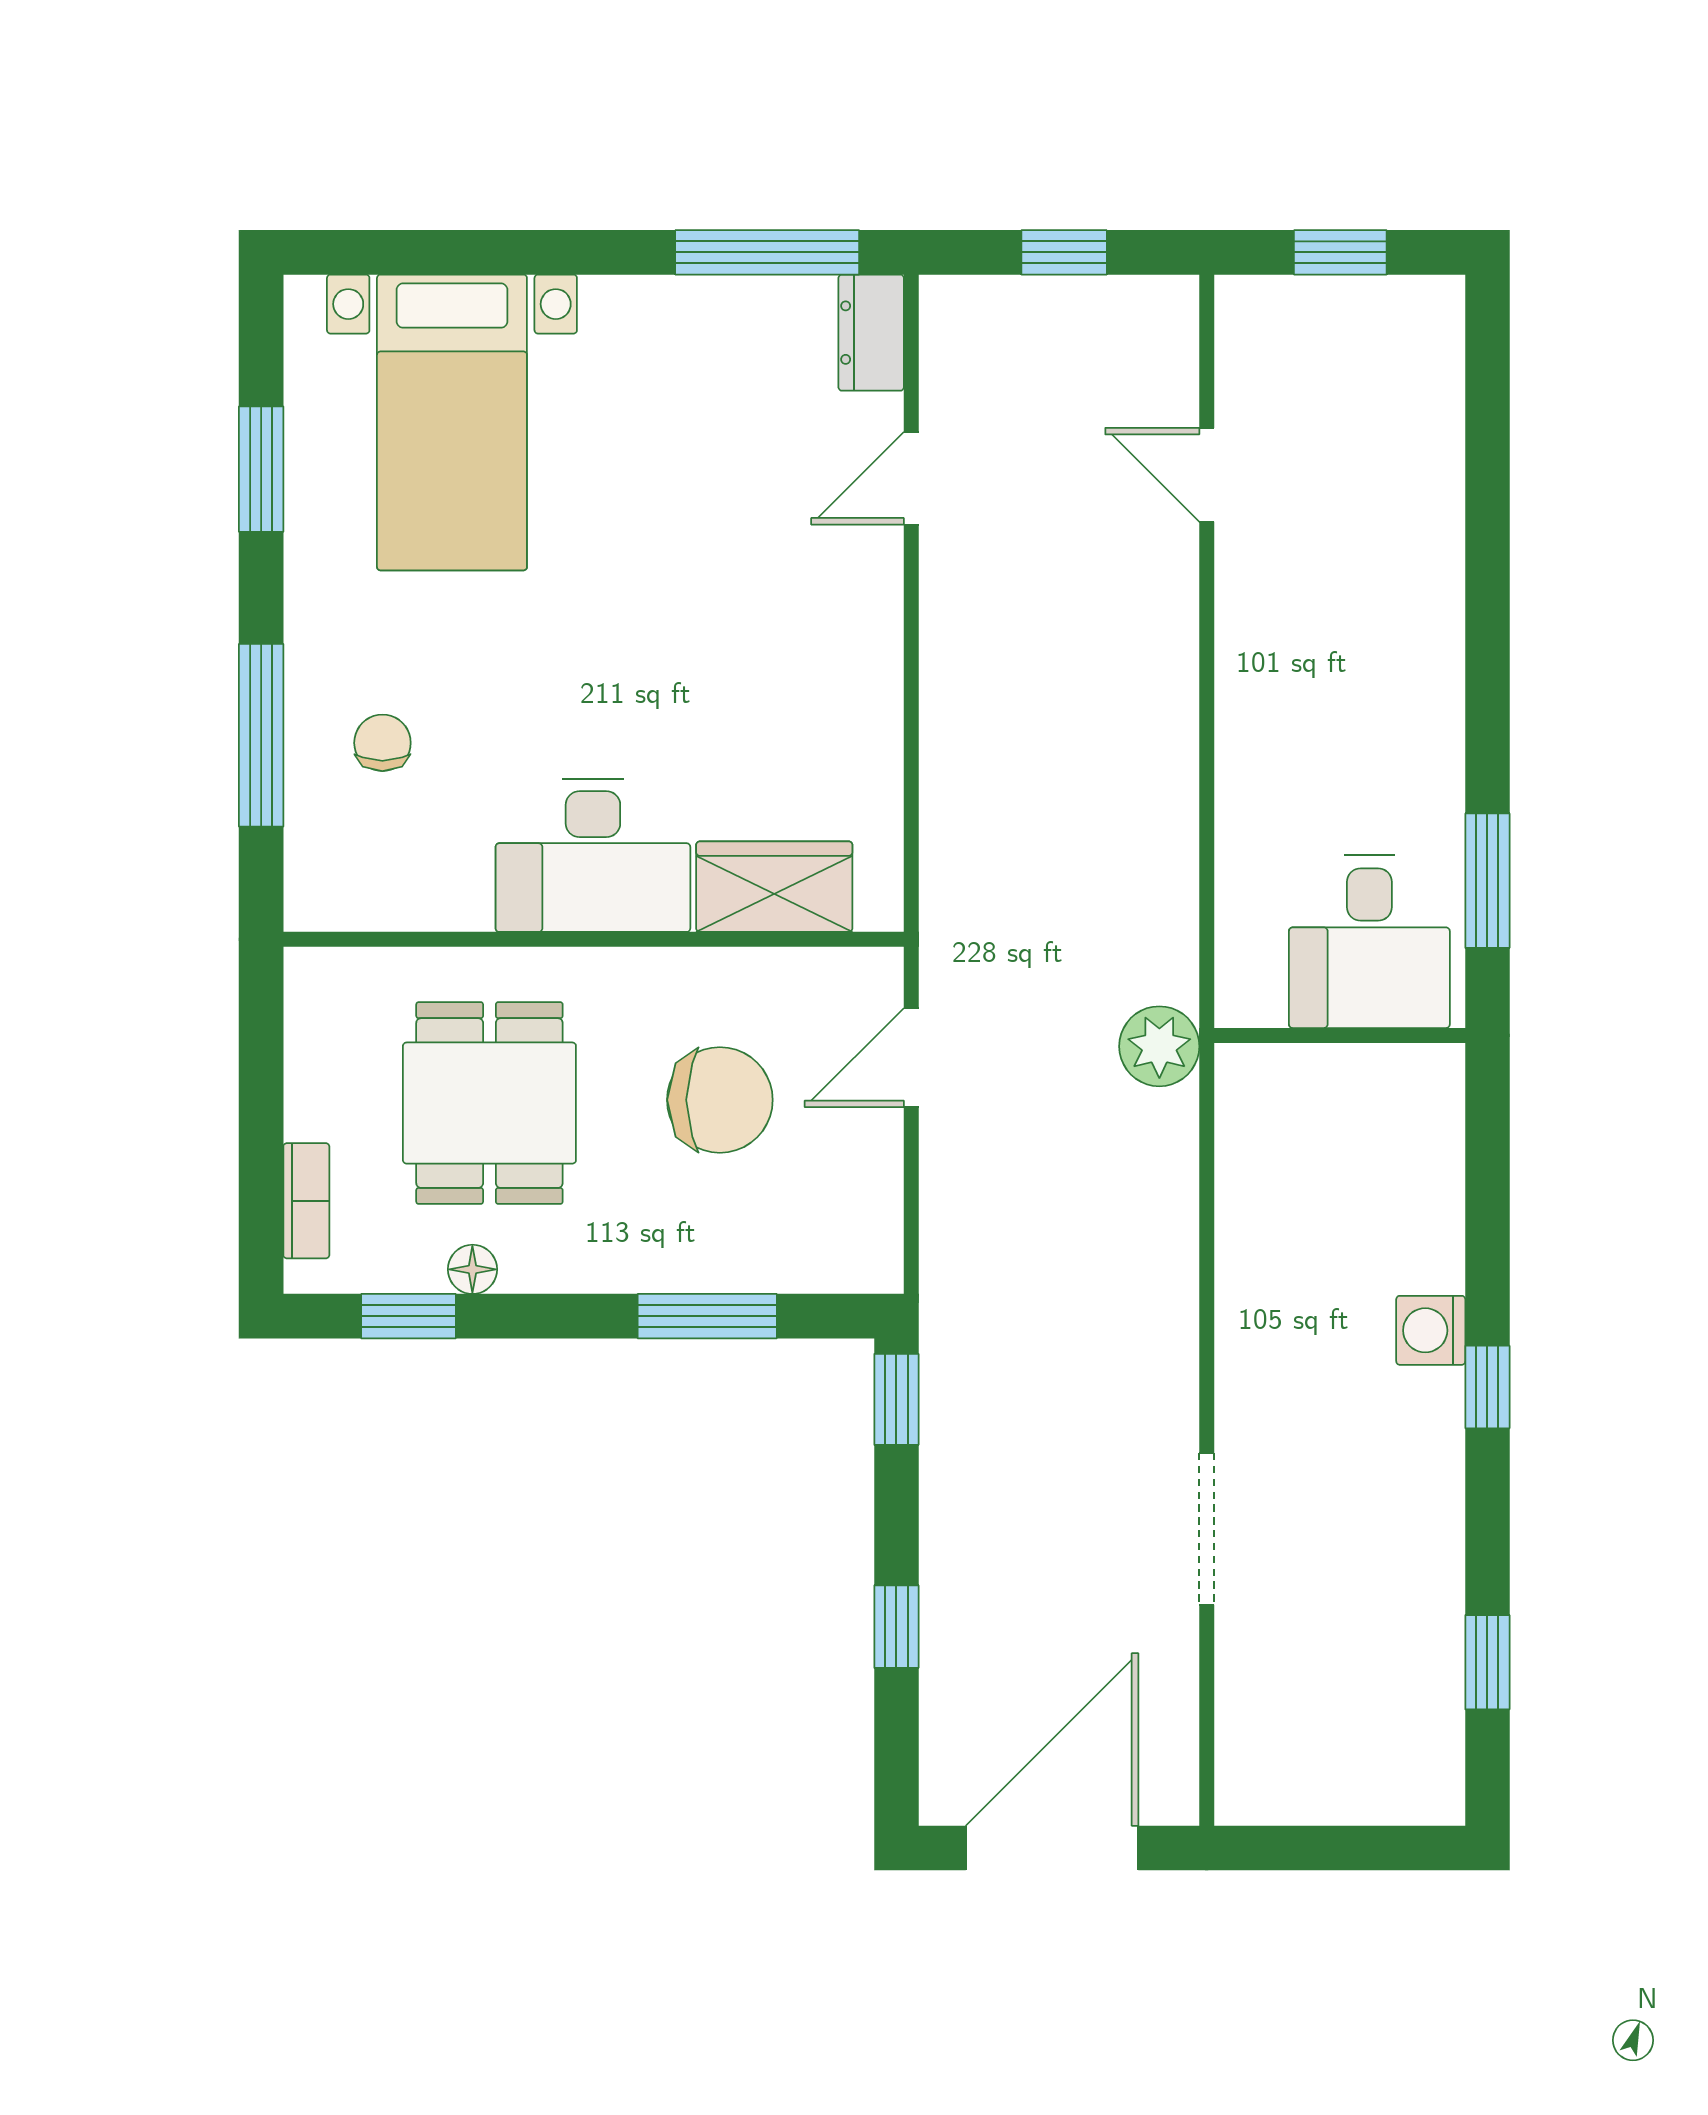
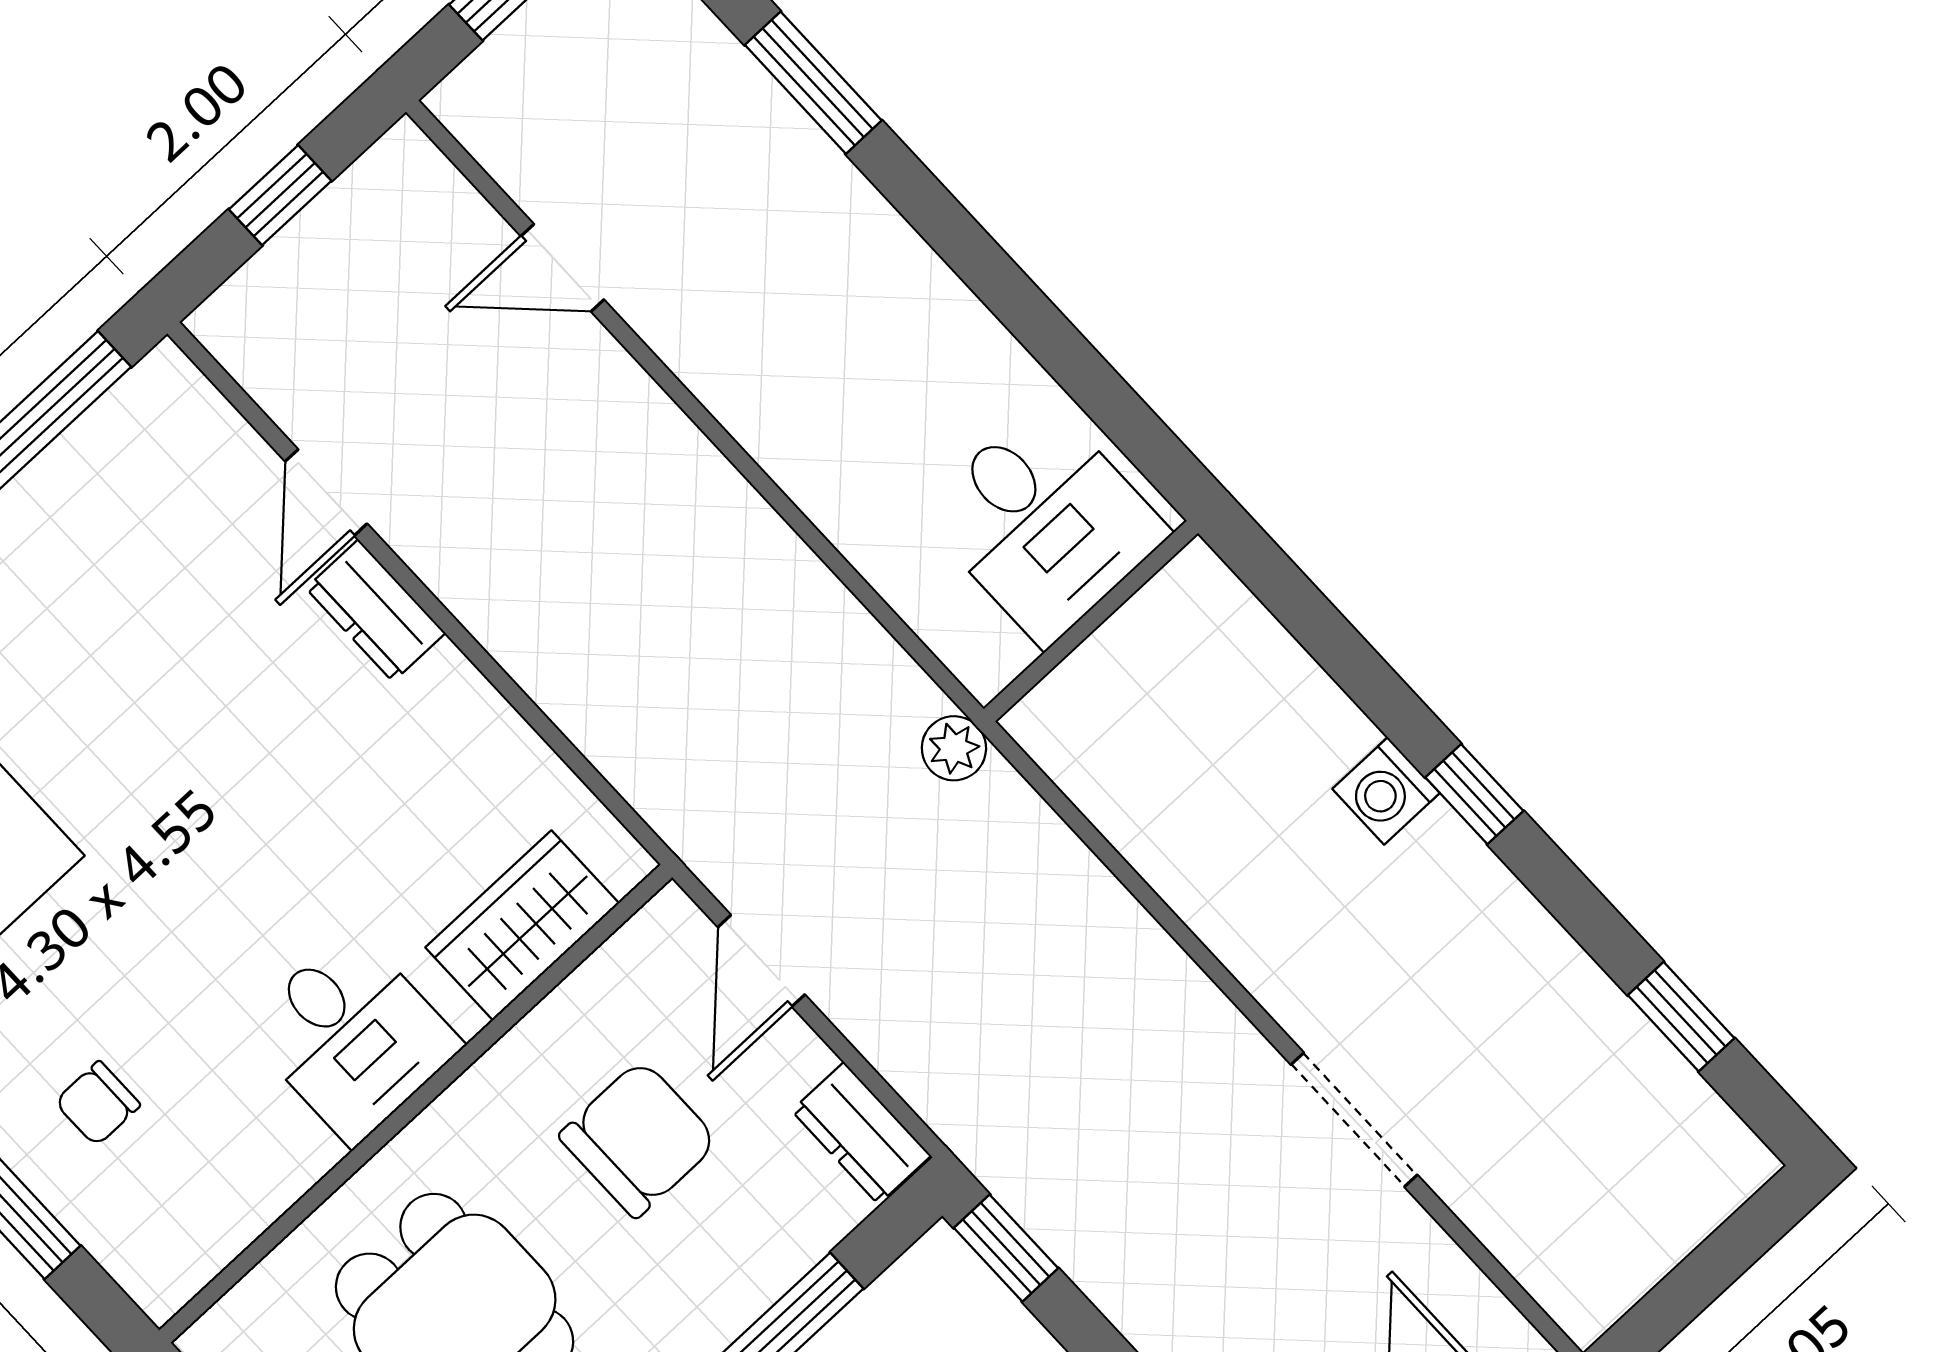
dresser: (871, 333) -> (376, 611), moved
chair: (382, 743) -> (98, 1103), turned -90
desk: (593, 855) -> (352, 1036), width x0.73
window: (1487, 881) -> (813, 83), moved
plant: (1159, 1046) -> (954, 748), width x0.73, depth x0.73
dresser: (871, 1234) -> (861, 1133), added

